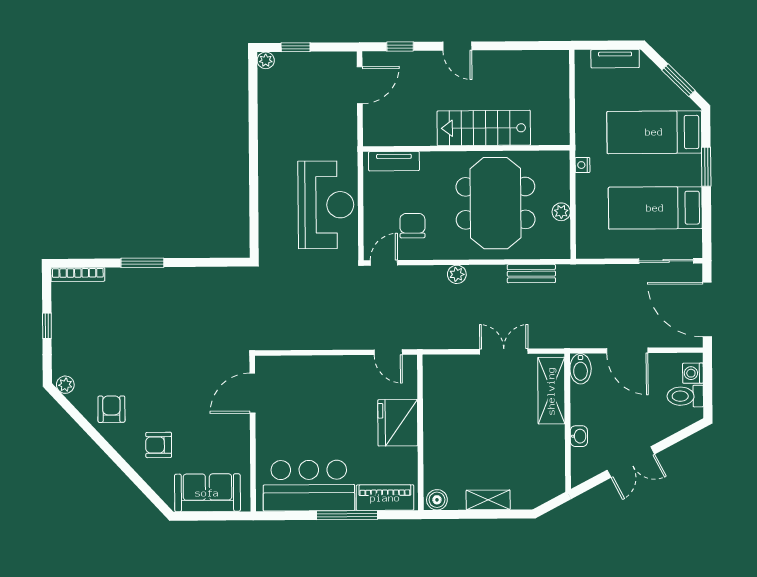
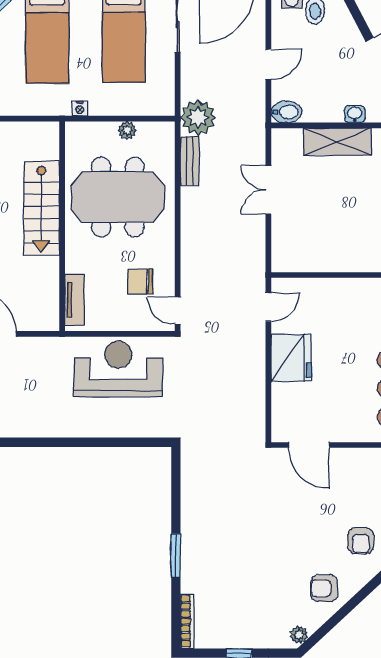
plant: (457, 274) -> (198, 117), moved, width x1.88, depth x1.88
door: (627, 351) -> (268, 64), width x0.73
shelving: (551, 391) -> (337, 142), moved
fridge: (398, 423) -> (291, 358), moved, turned -90

